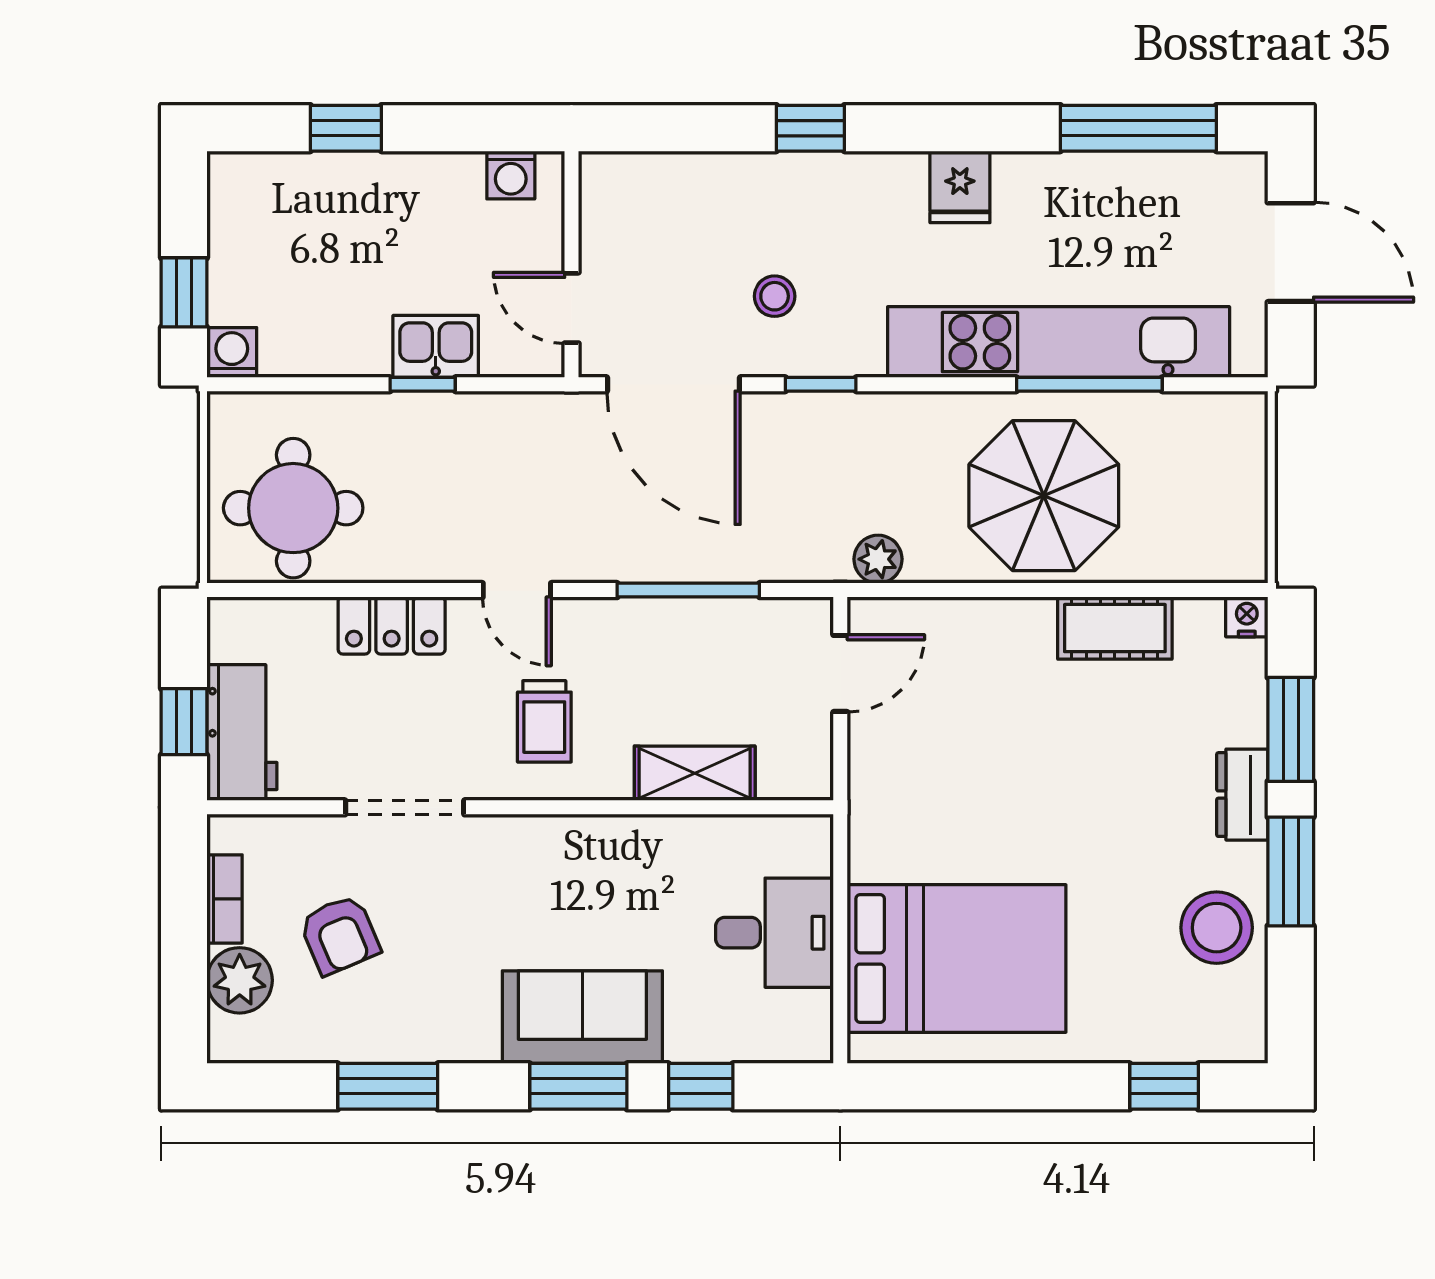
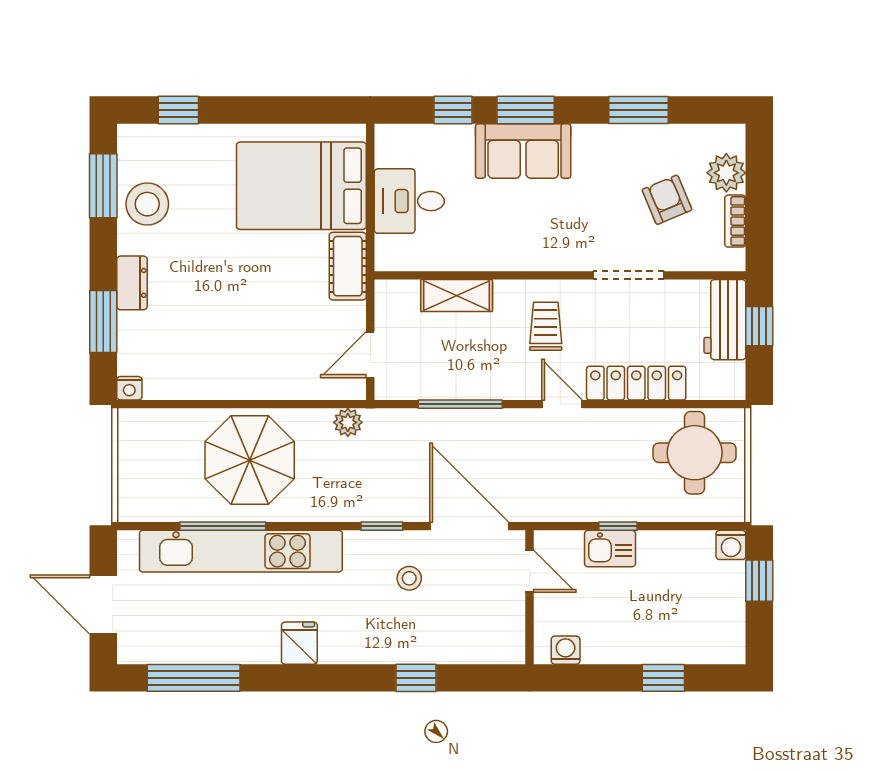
window: (810, 128) -> (416, 678), moved
locker: (392, 625) -> (636, 383), width x1.53
cot: (1115, 628) -> (348, 266), moved, turned 90
window: (1291, 871) -> (103, 186), moved

